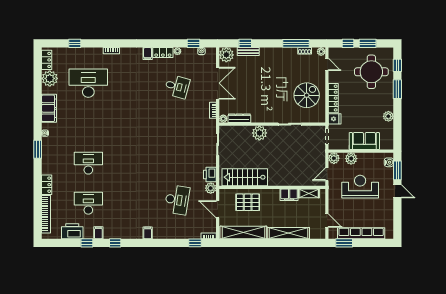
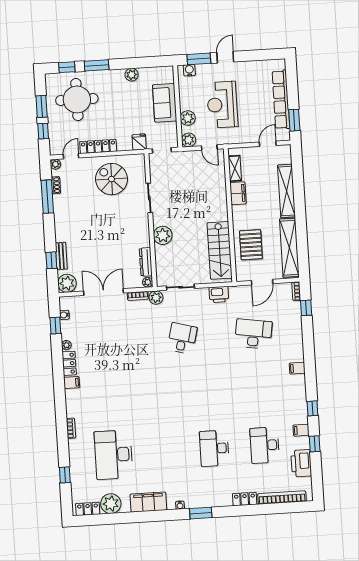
desk: (177, 87) -> (182, 338), moved
locker: (333, 98) -> (98, 146), moved
plant: (211, 188) -> (156, 298), moved

